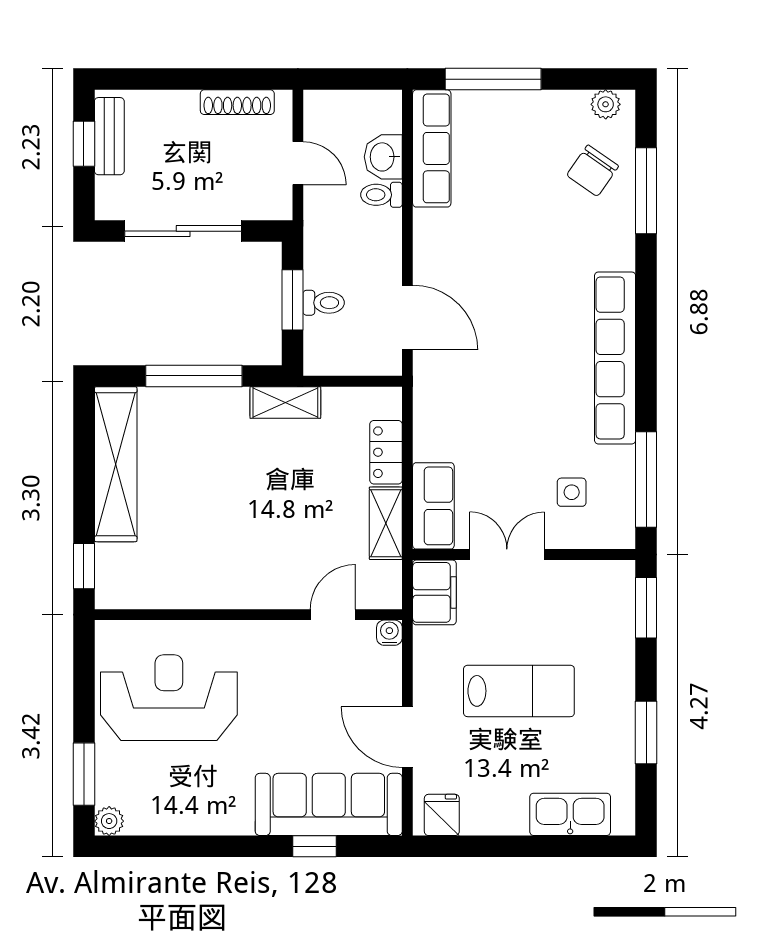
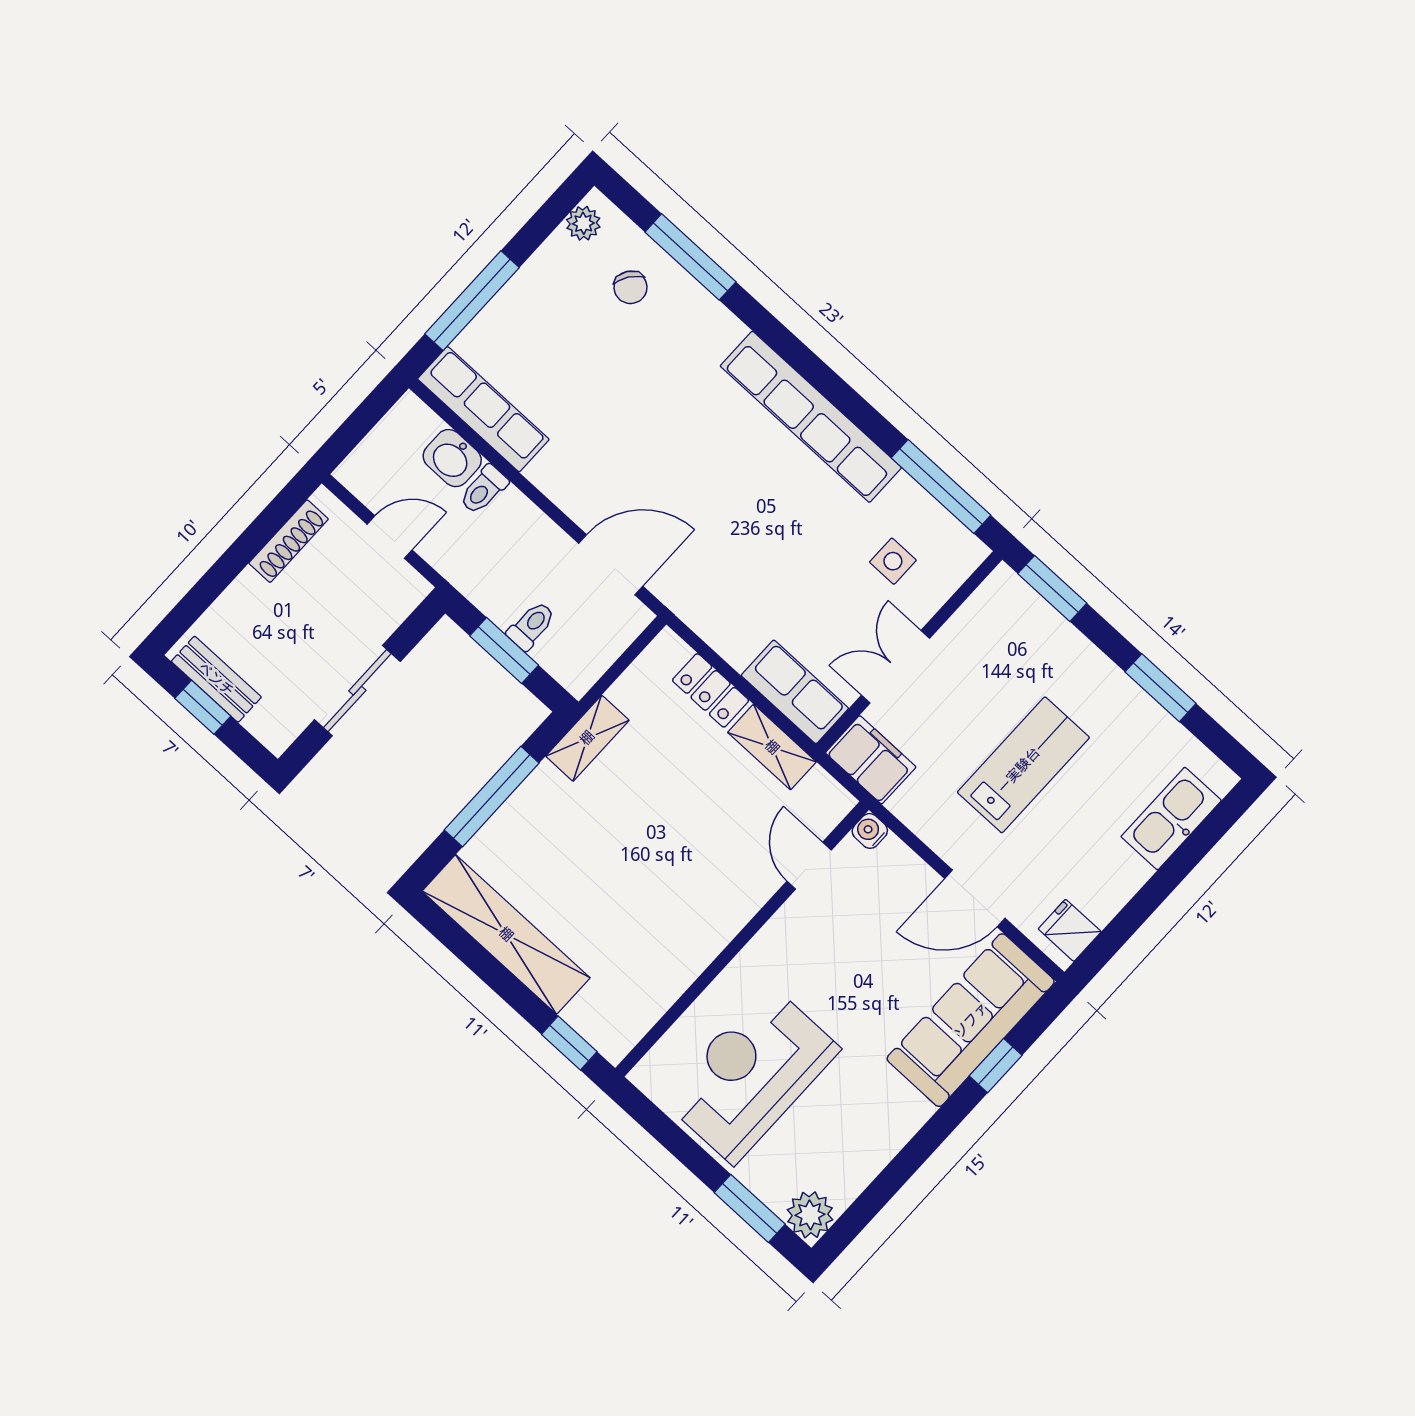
chair: (593, 171) -> (631, 287), width x0.73, depth x0.73
sliding door: (183, 231) -> (357, 691), width x0.73
plant: (109, 821) -> (810, 1215), width x1.38, depth x1.38

